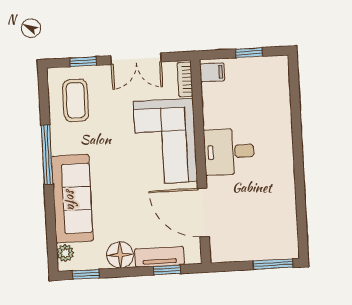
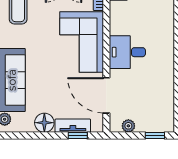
plant: (236, 253) -> (128, 126), added
window: (273, 264) -> (155, 135), width x0.67
window: (86, 274) -> (19, 135), removed

